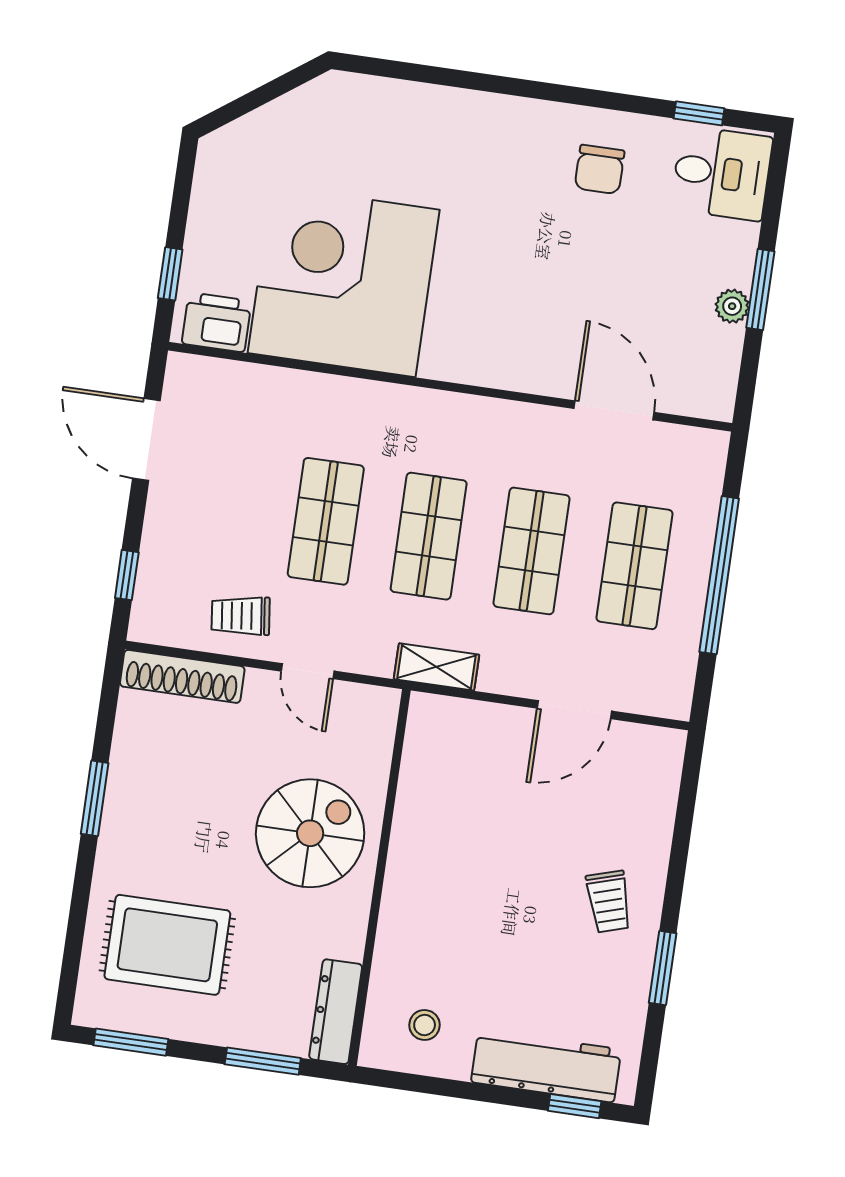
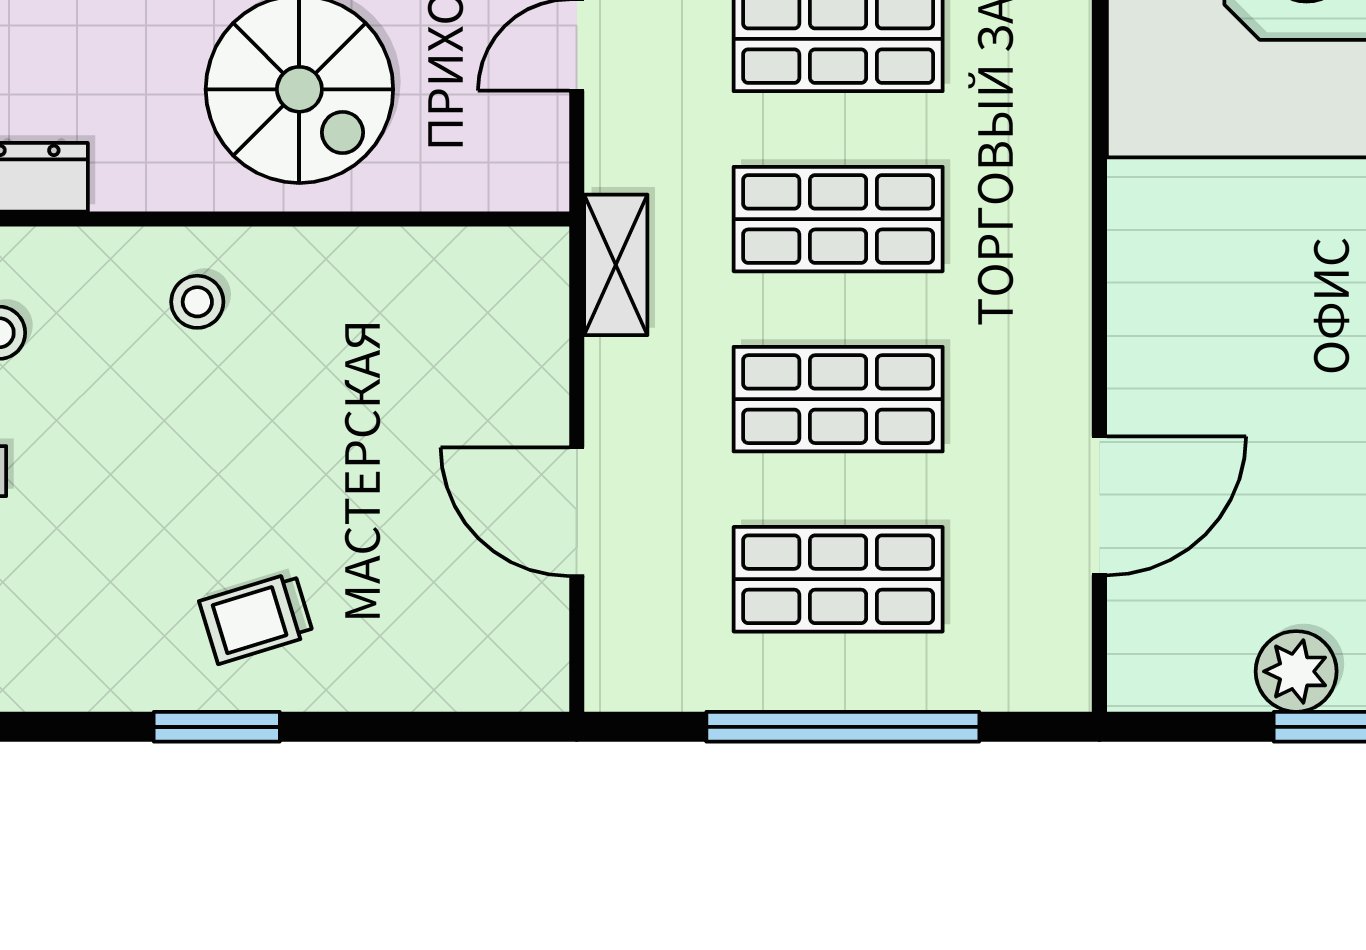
plant: (732, 306) -> (1296, 671), width x1.38, depth x1.38
stool: (423, 909) -> (197, 302), added
window: (663, 968) -> (217, 727), moved

